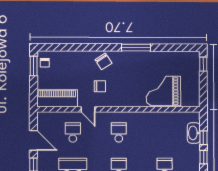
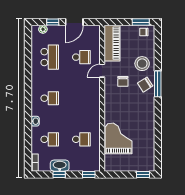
window: (136, 48) -> (158, 84), moved
stool: (80, 65) -> (142, 64), added
school desk: (119, 132) -> (81, 139), moved
washbasin: (194, 133) -> (60, 166), moved
window: (203, 138) -> (89, 174), moved

